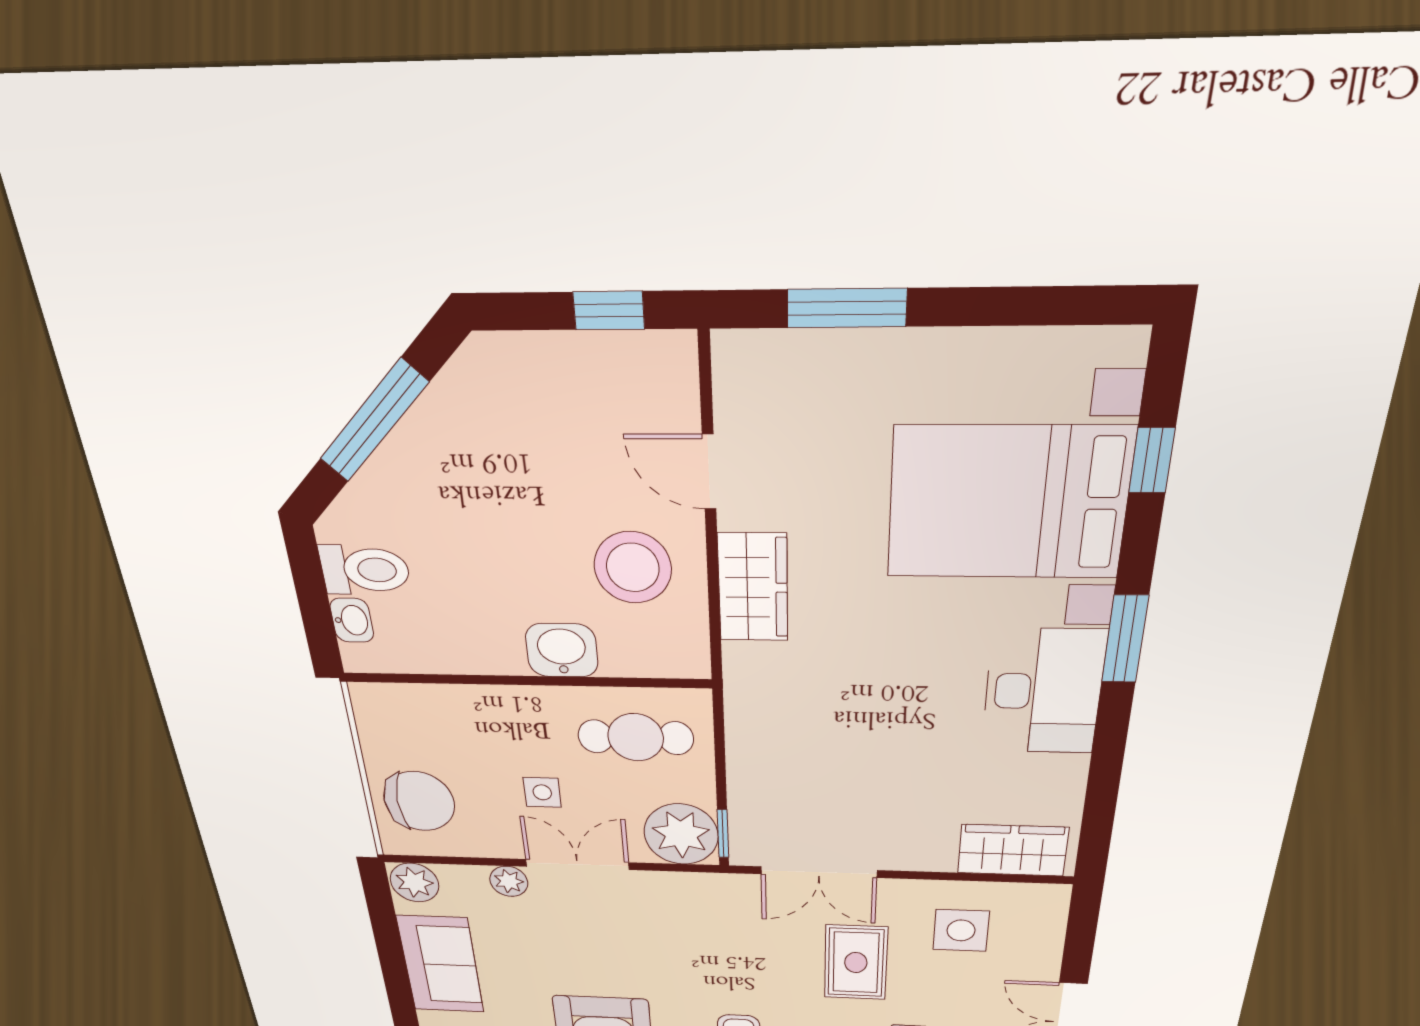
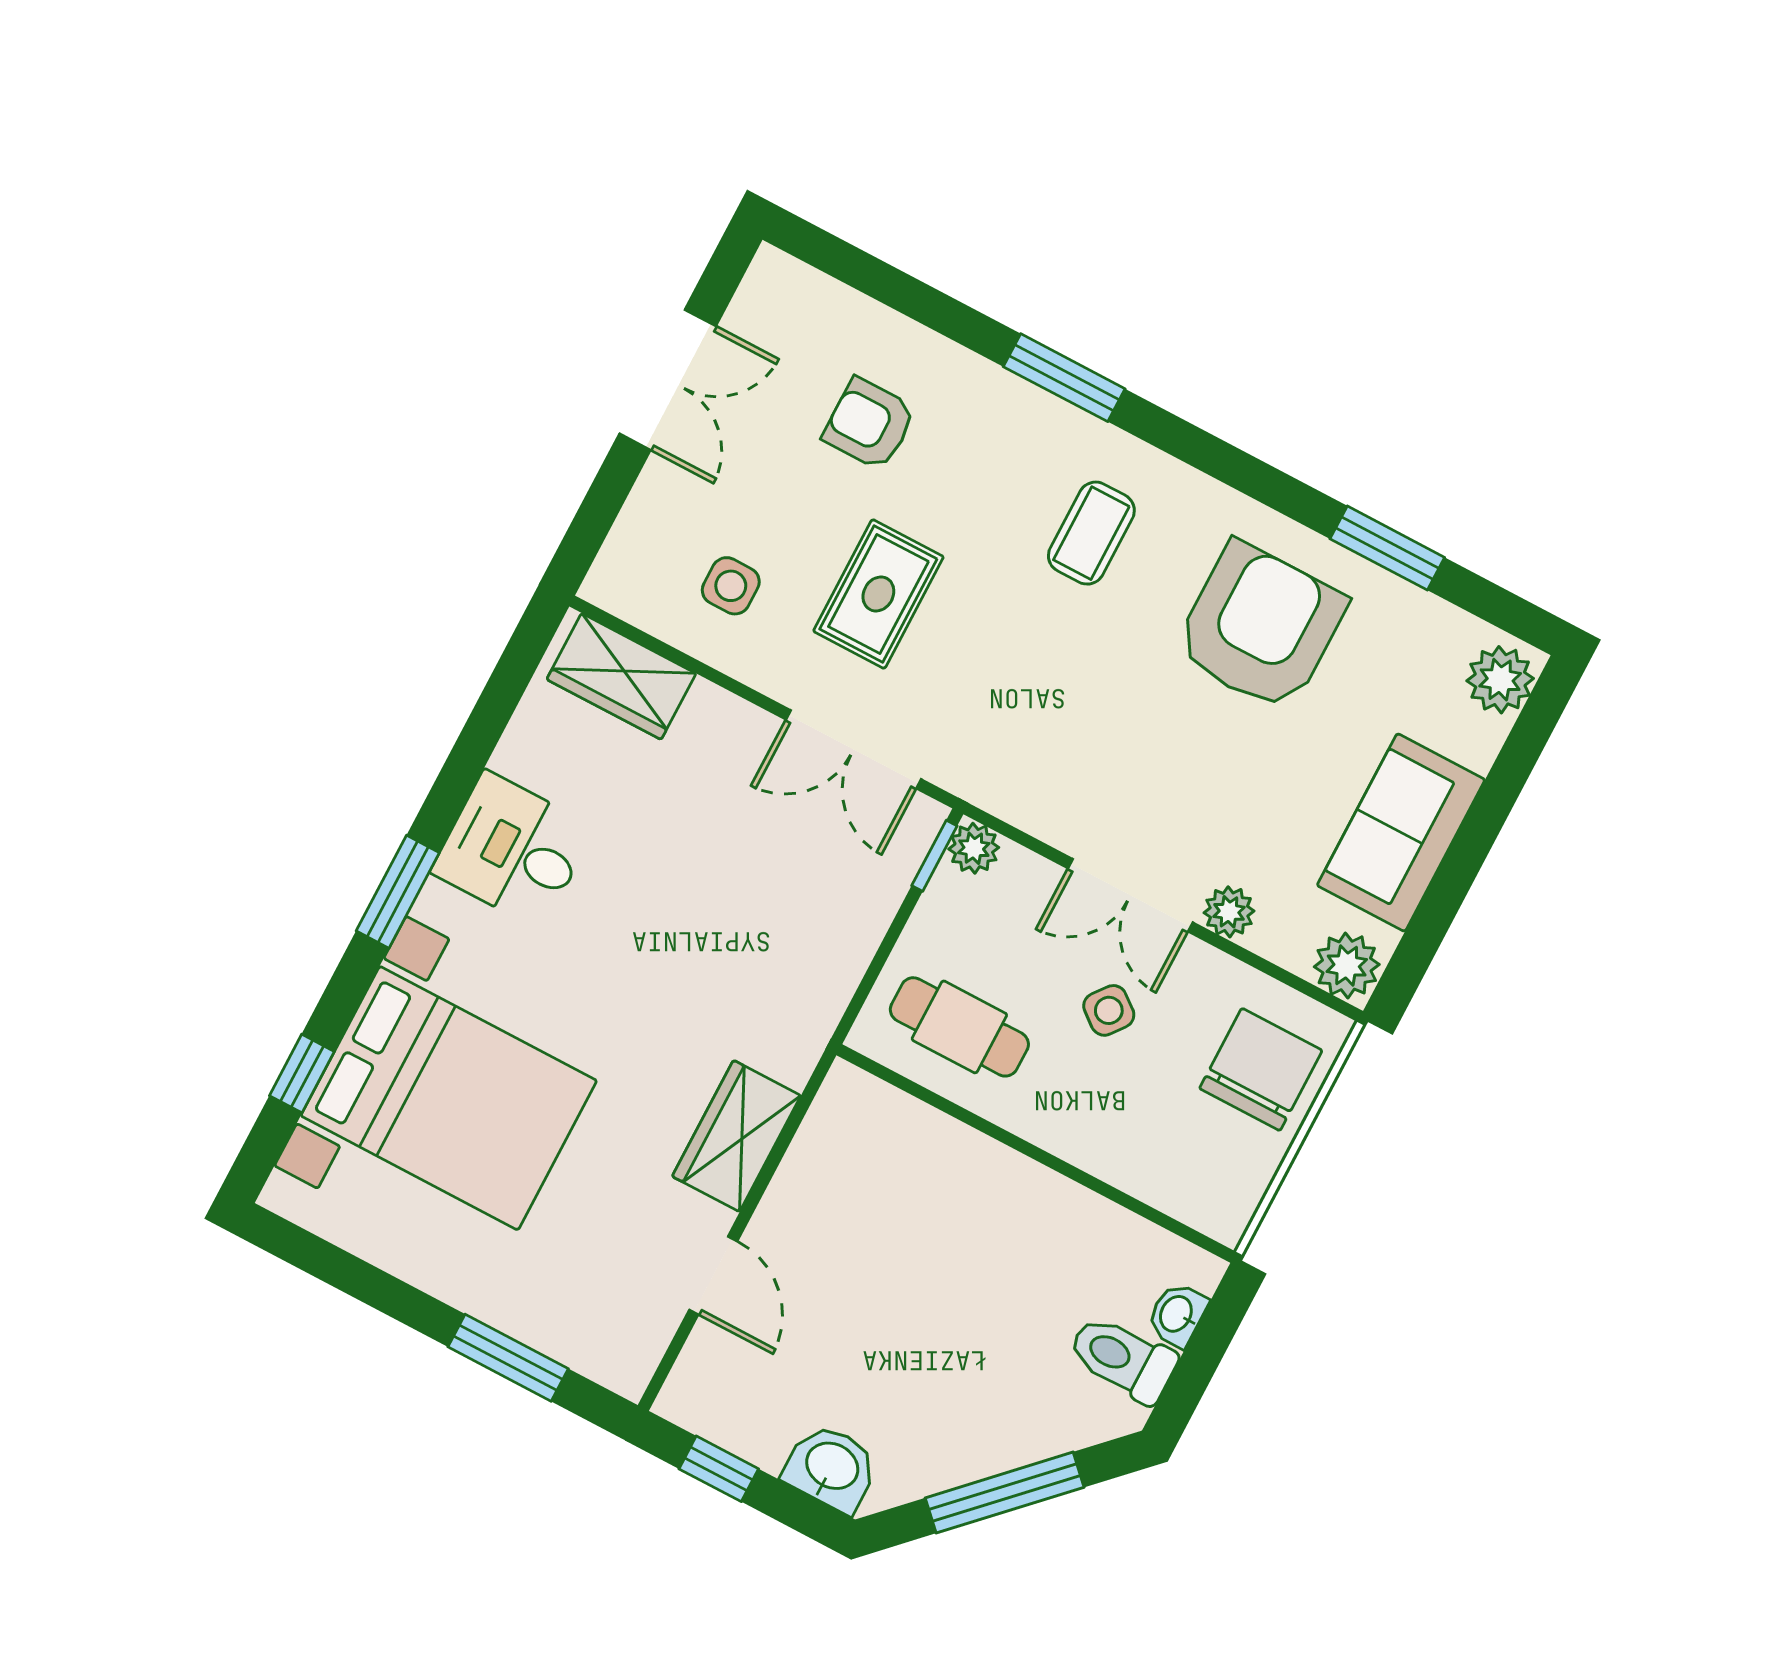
stool: (633, 567) -> (845, 1219), removed
washbasin: (562, 650) -> (831, 1468), moved, turned 180
desk: (1043, 692) -> (513, 850), width x0.73
side table: (542, 792) -> (1109, 1010), turned 38
chair: (419, 801) -> (1261, 1069), turned 90
plant: (681, 834) -> (974, 848), width x0.53, depth x0.53
double door: (819, 872) -> (853, 749), swing flipped
side table: (961, 930) -> (731, 586), width x0.73, depth x0.73

